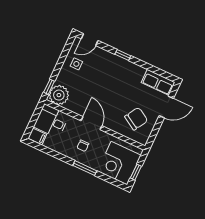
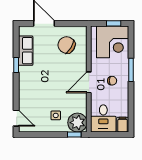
window: (123, 55) -> (16, 65), moved
side table: (76, 64) -> (56, 115), moved
row of seats: (158, 82) -> (26, 51), moved

